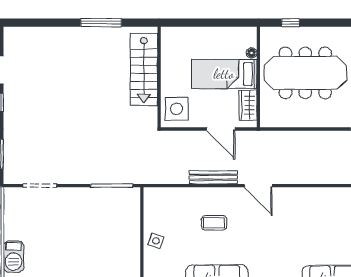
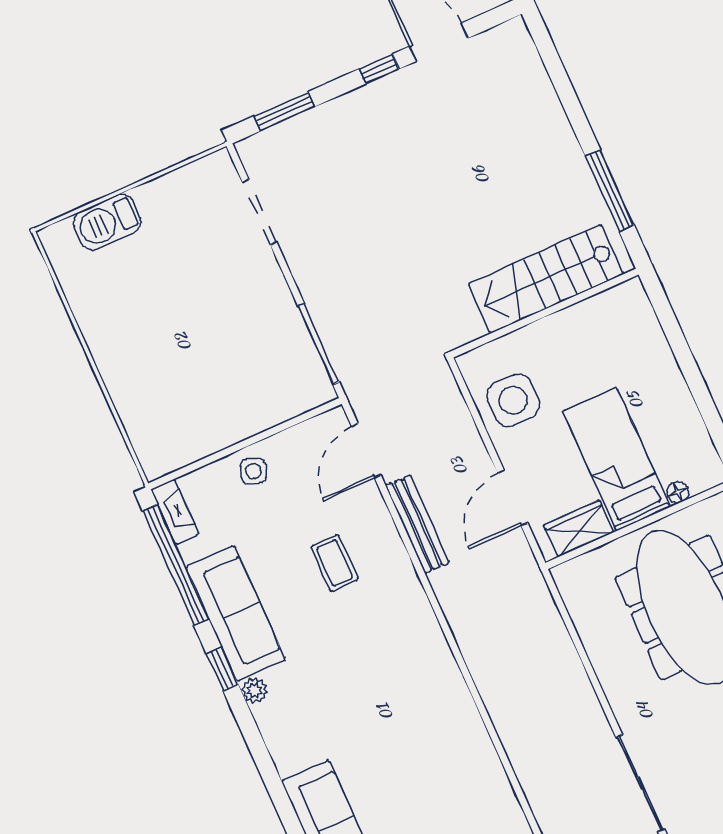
stairs: (144, 70) -> (546, 279), moved
wall: (159, 77) -> (545, 313), moved
door: (258, 186) -> (366, 451), moved

